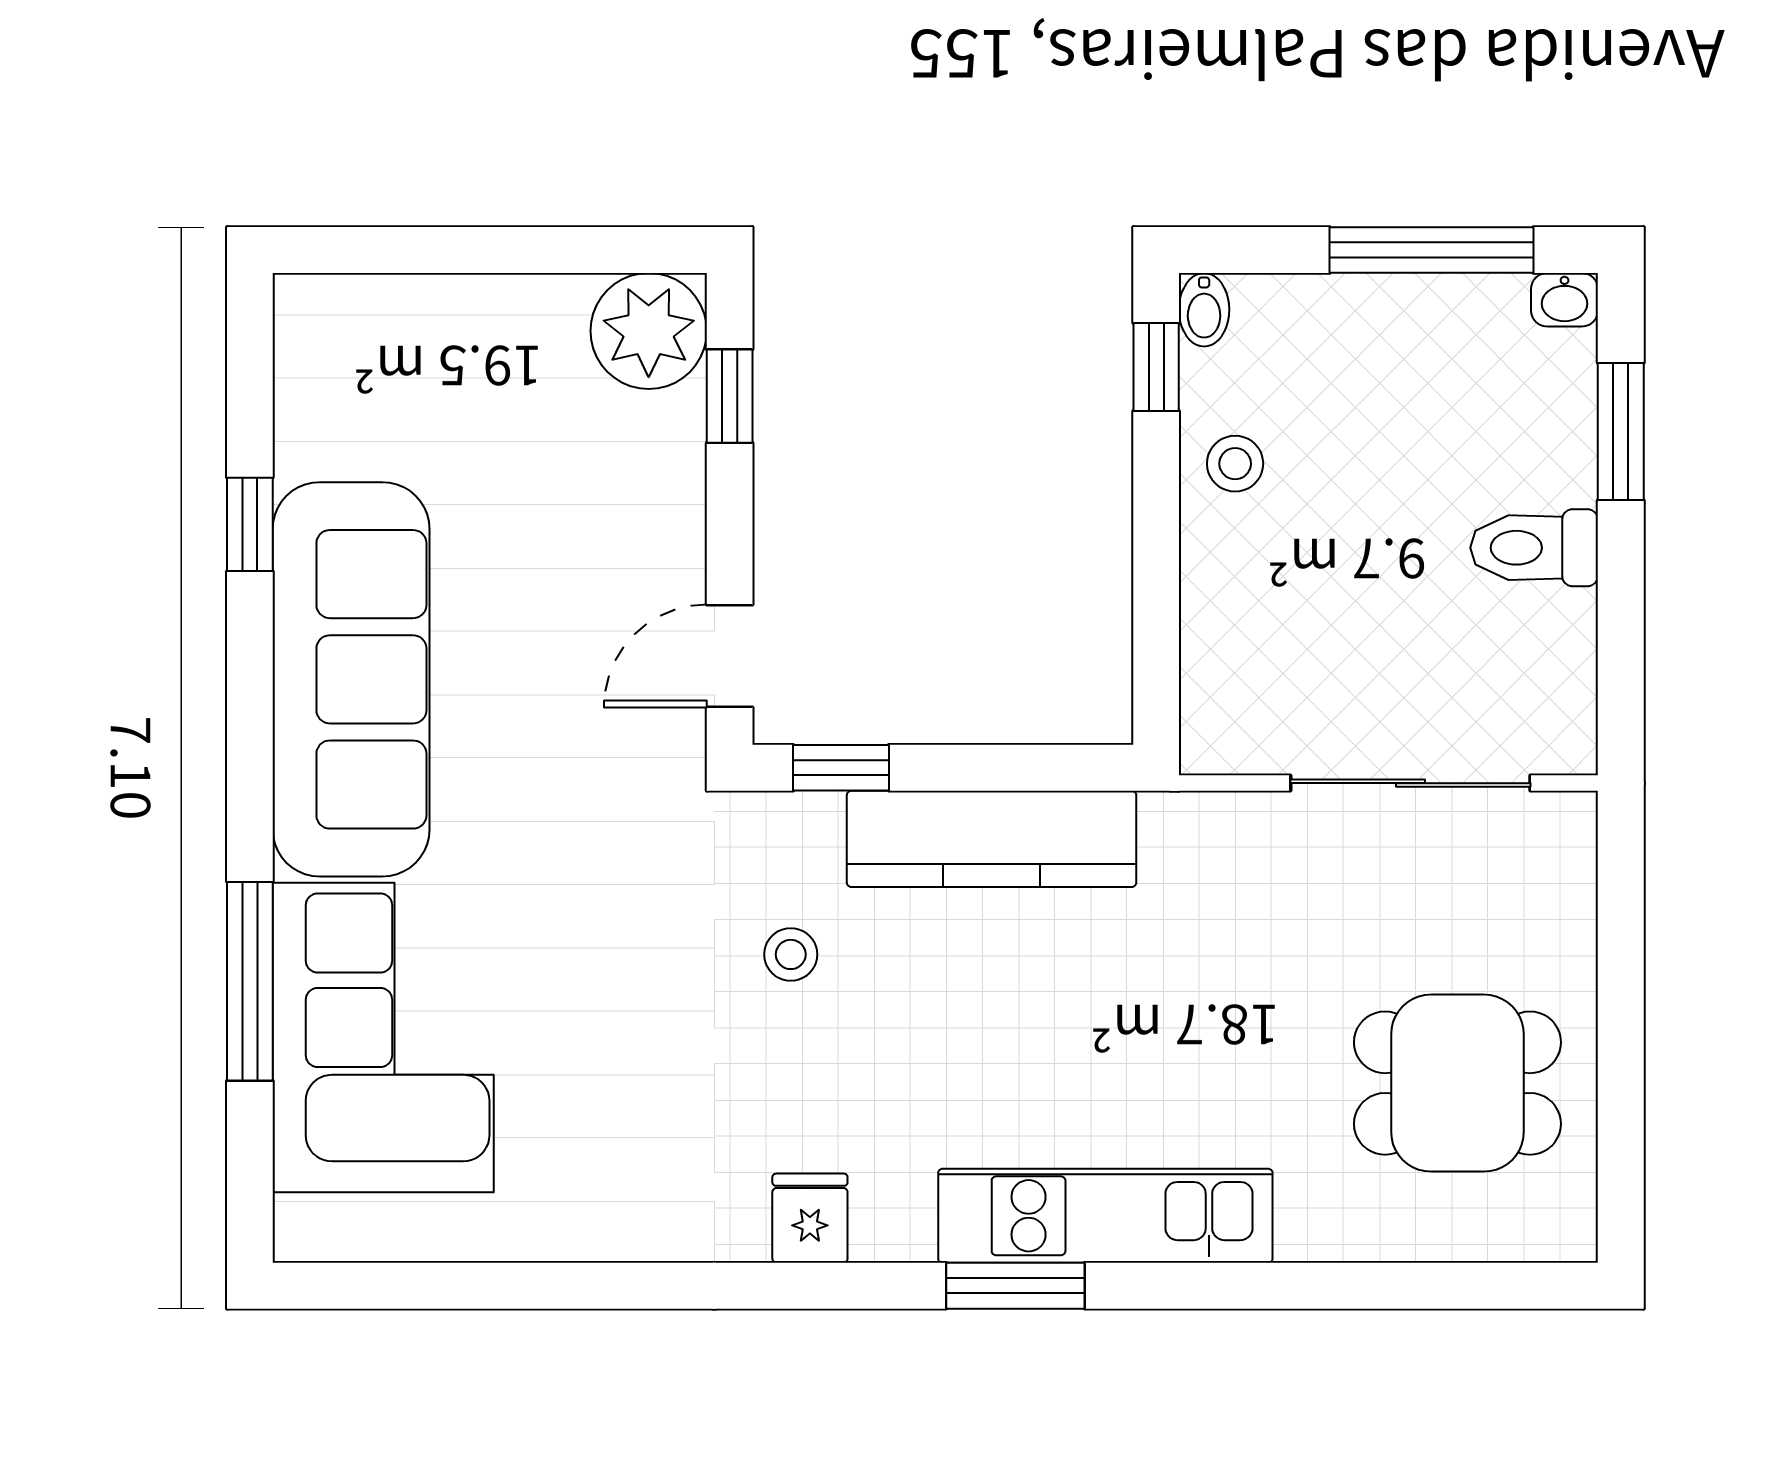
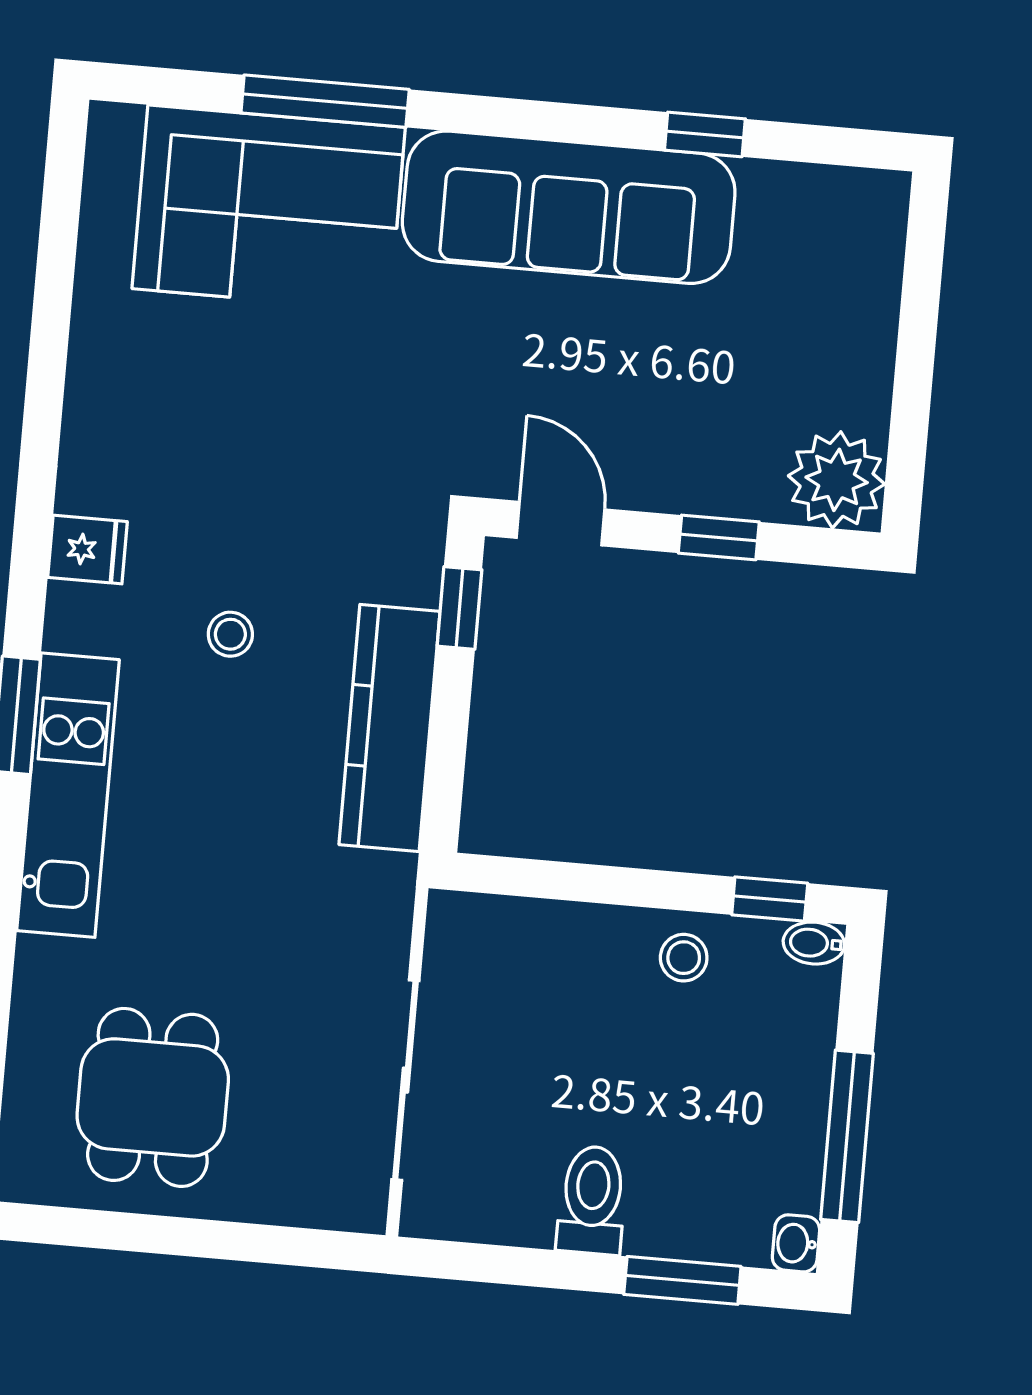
window: (730, 396) -> (719, 537), moved
stool: (791, 954) -> (230, 634), moved

